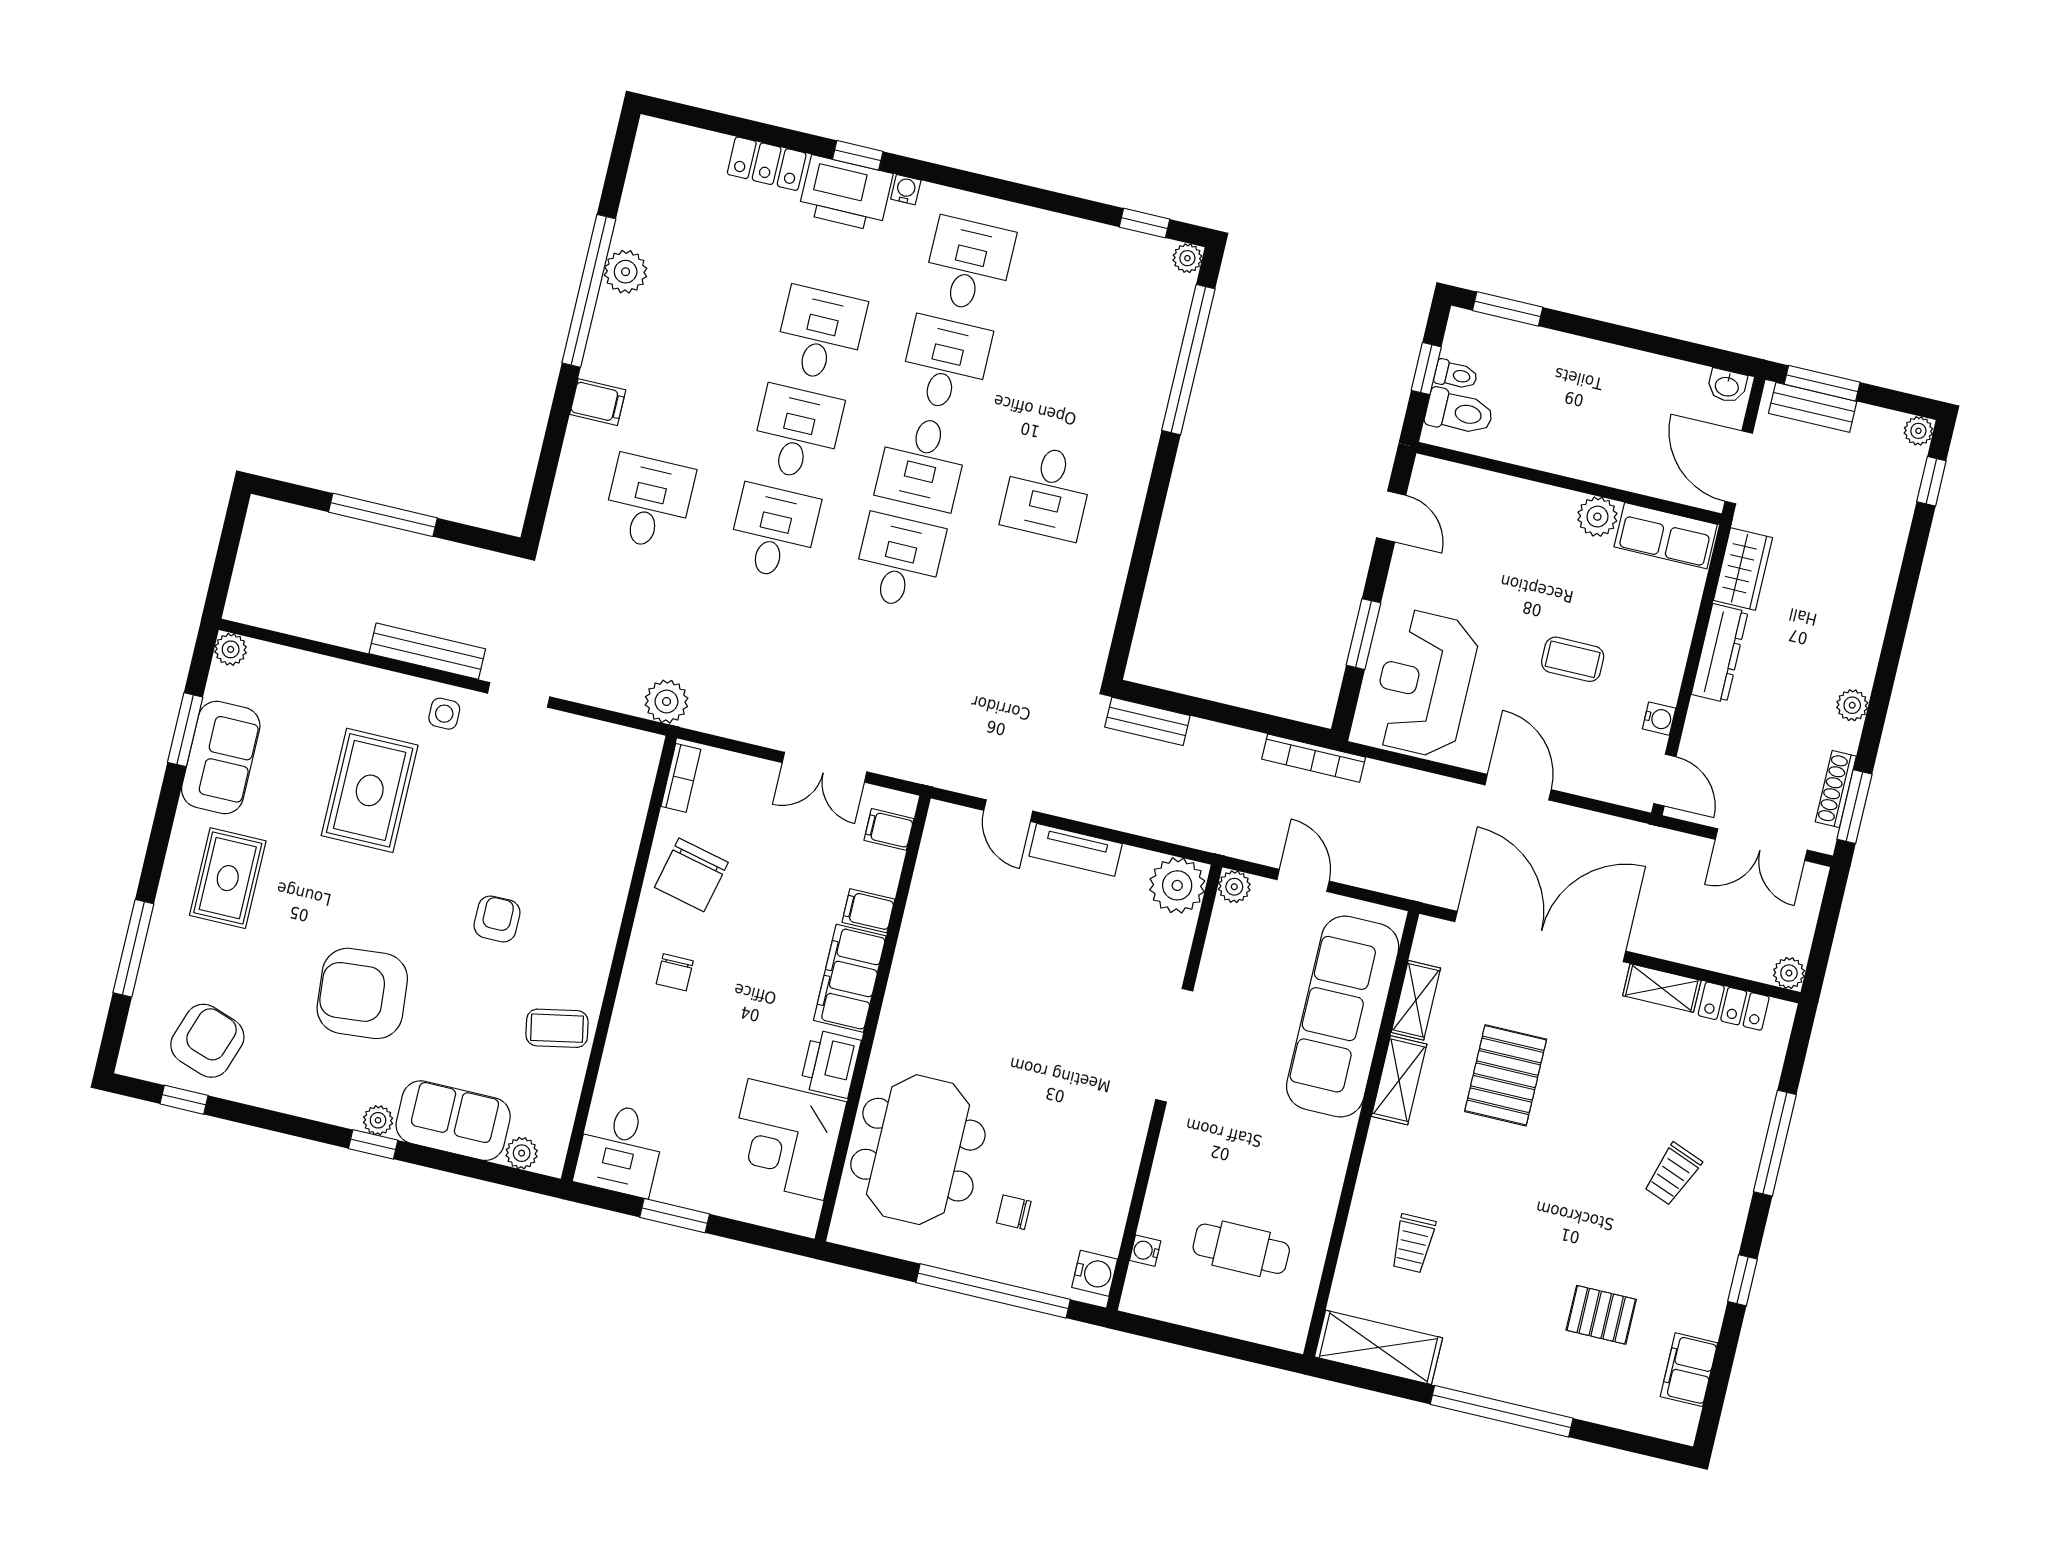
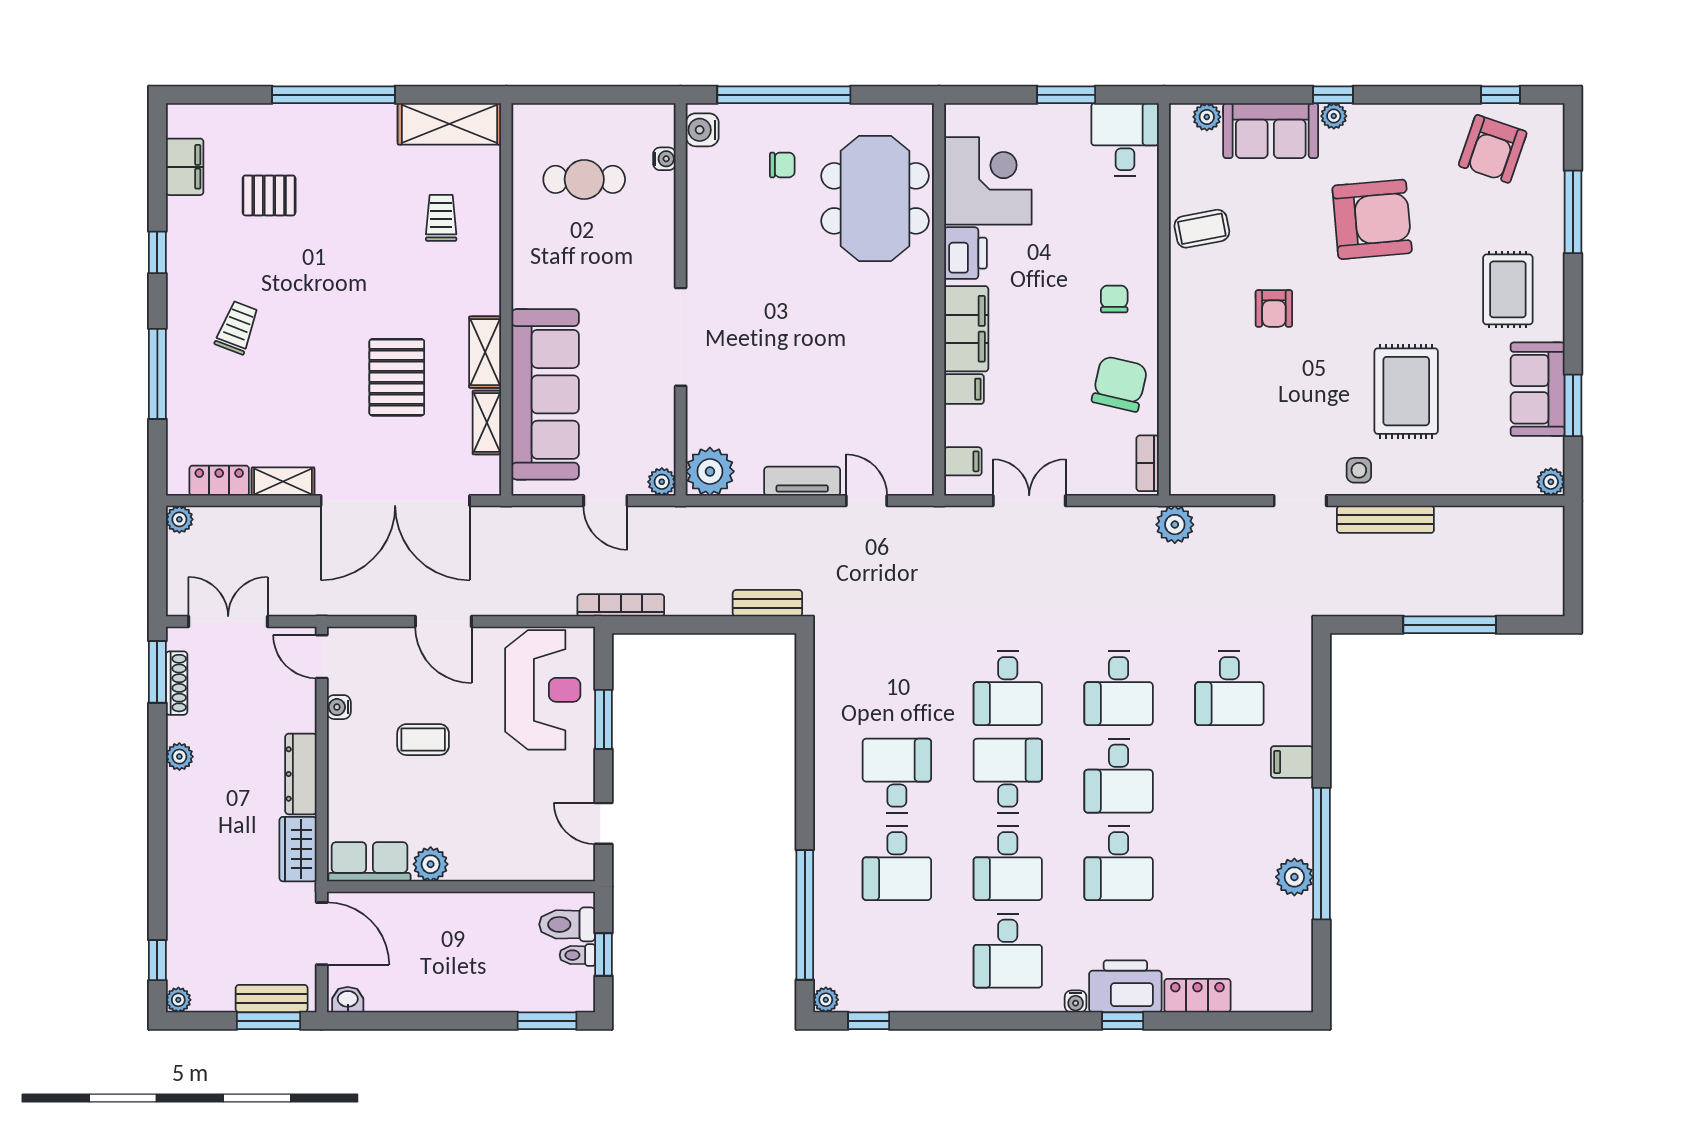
desk: (1071, 393) -> (897, 863), added

